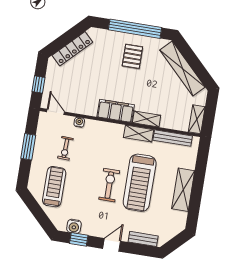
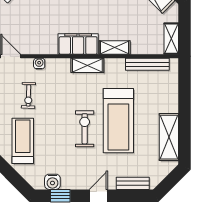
shelving: (139, 134) -> (87, 65), moved
shelving: (183, 190) -> (169, 137), moved

